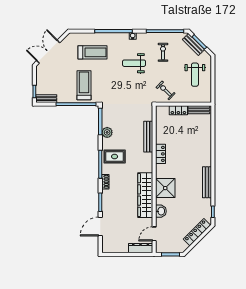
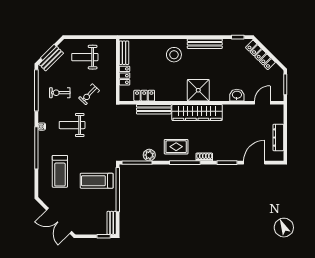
treadmill: (93, 52) -> (60, 171), turned 180
weight bench: (134, 63) -> (72, 125), turned 90
weight bench: (195, 75) -> (85, 57), turned 180
exercise bike: (166, 90) -> (89, 94), moved
locker: (160, 154) -> (144, 96), moved
stool: (197, 155) -> (174, 55), added
rug: (115, 157) -> (176, 147), turned 90
shower: (165, 188) -> (198, 90), moved
wardrobe: (145, 195) -> (197, 113), moved
door: (100, 227) -> (254, 163), swing flipped
door: (154, 234) -> (262, 103), swing flipped
dresser: (141, 248) -> (278, 138), moved

